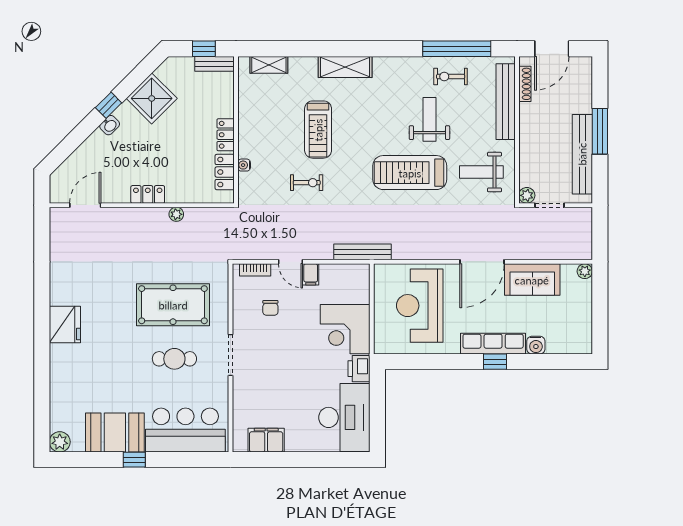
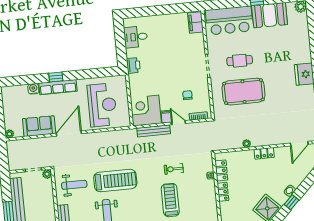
bench: (363, 252) -> (154, 131), moved
corner desk: (345, 329) -> (146, 111), moved, turned -90
desk: (344, 417) -> (136, 37), width x0.53, depth x0.77
filing cabinet: (266, 440) -> (195, 22), moved, turned 90

